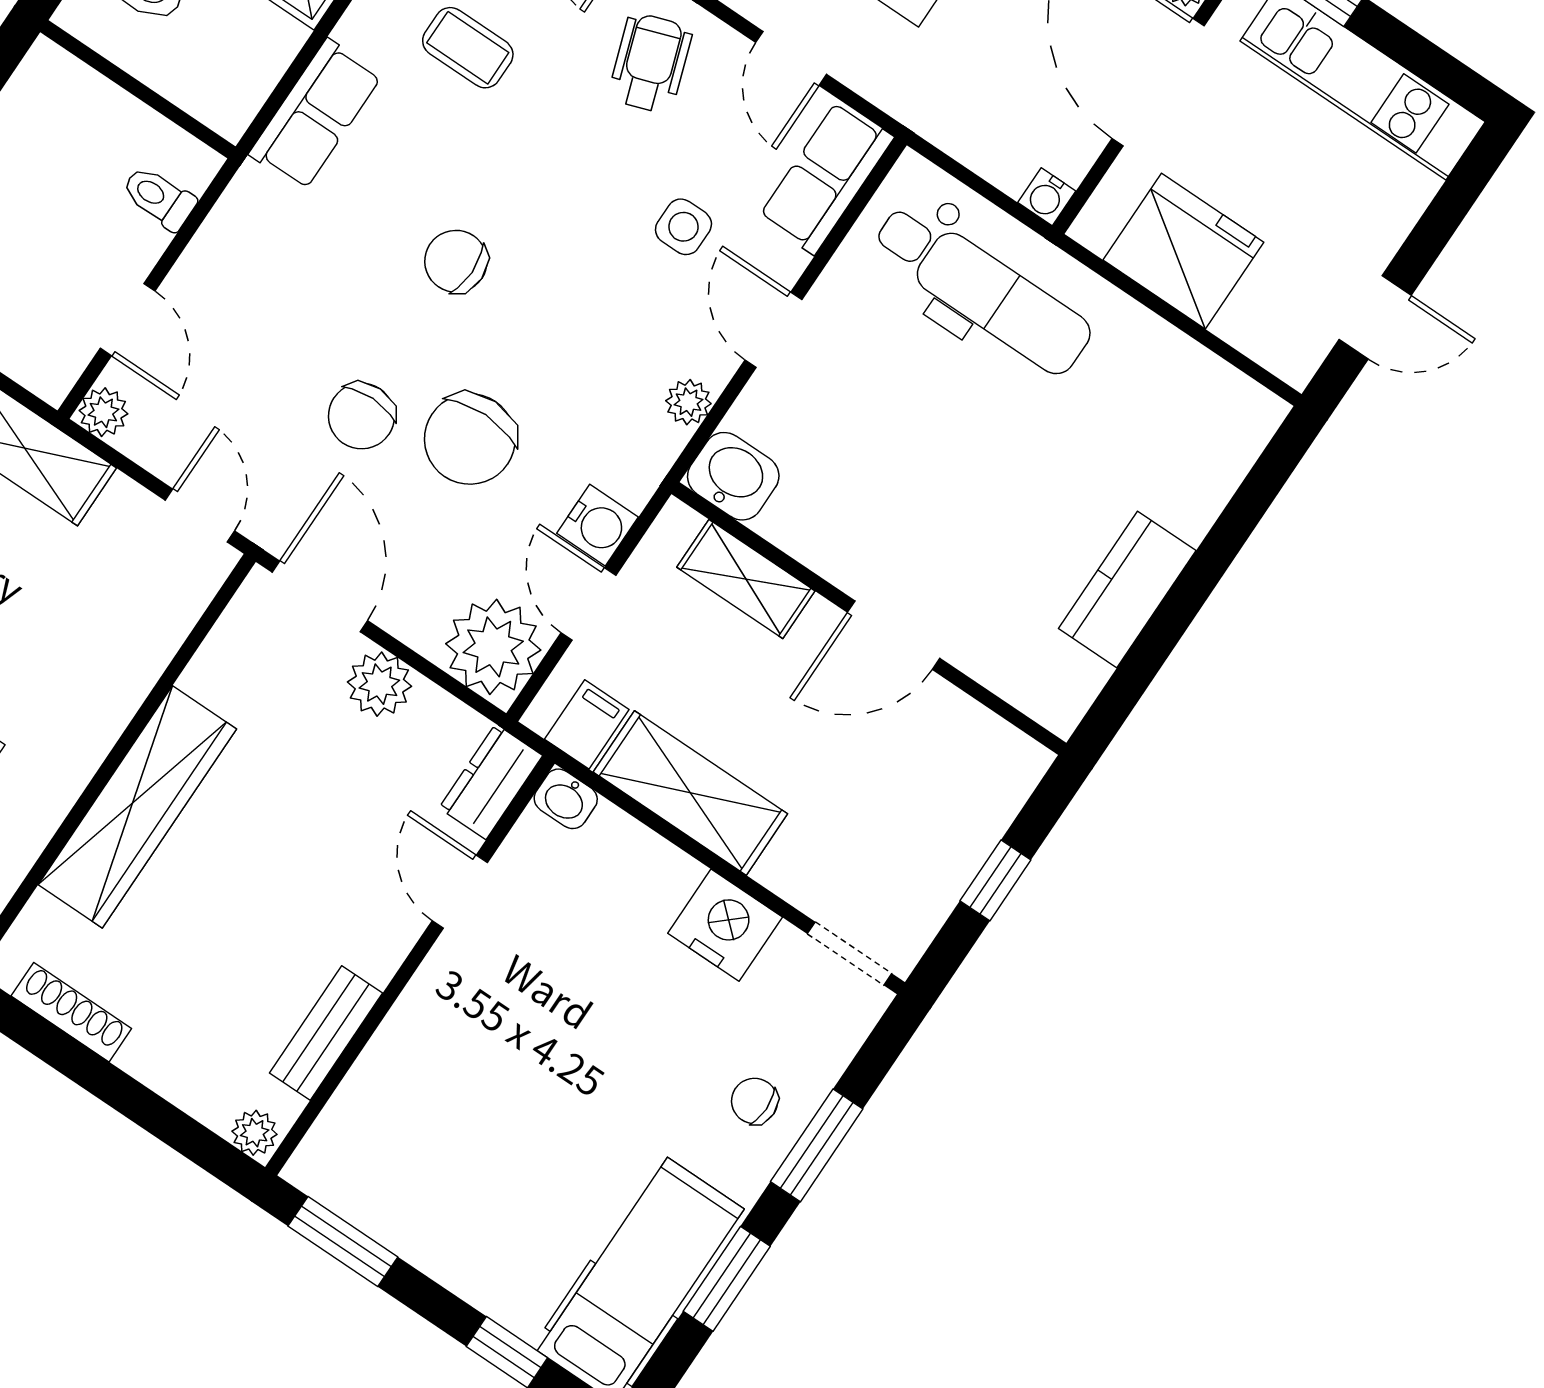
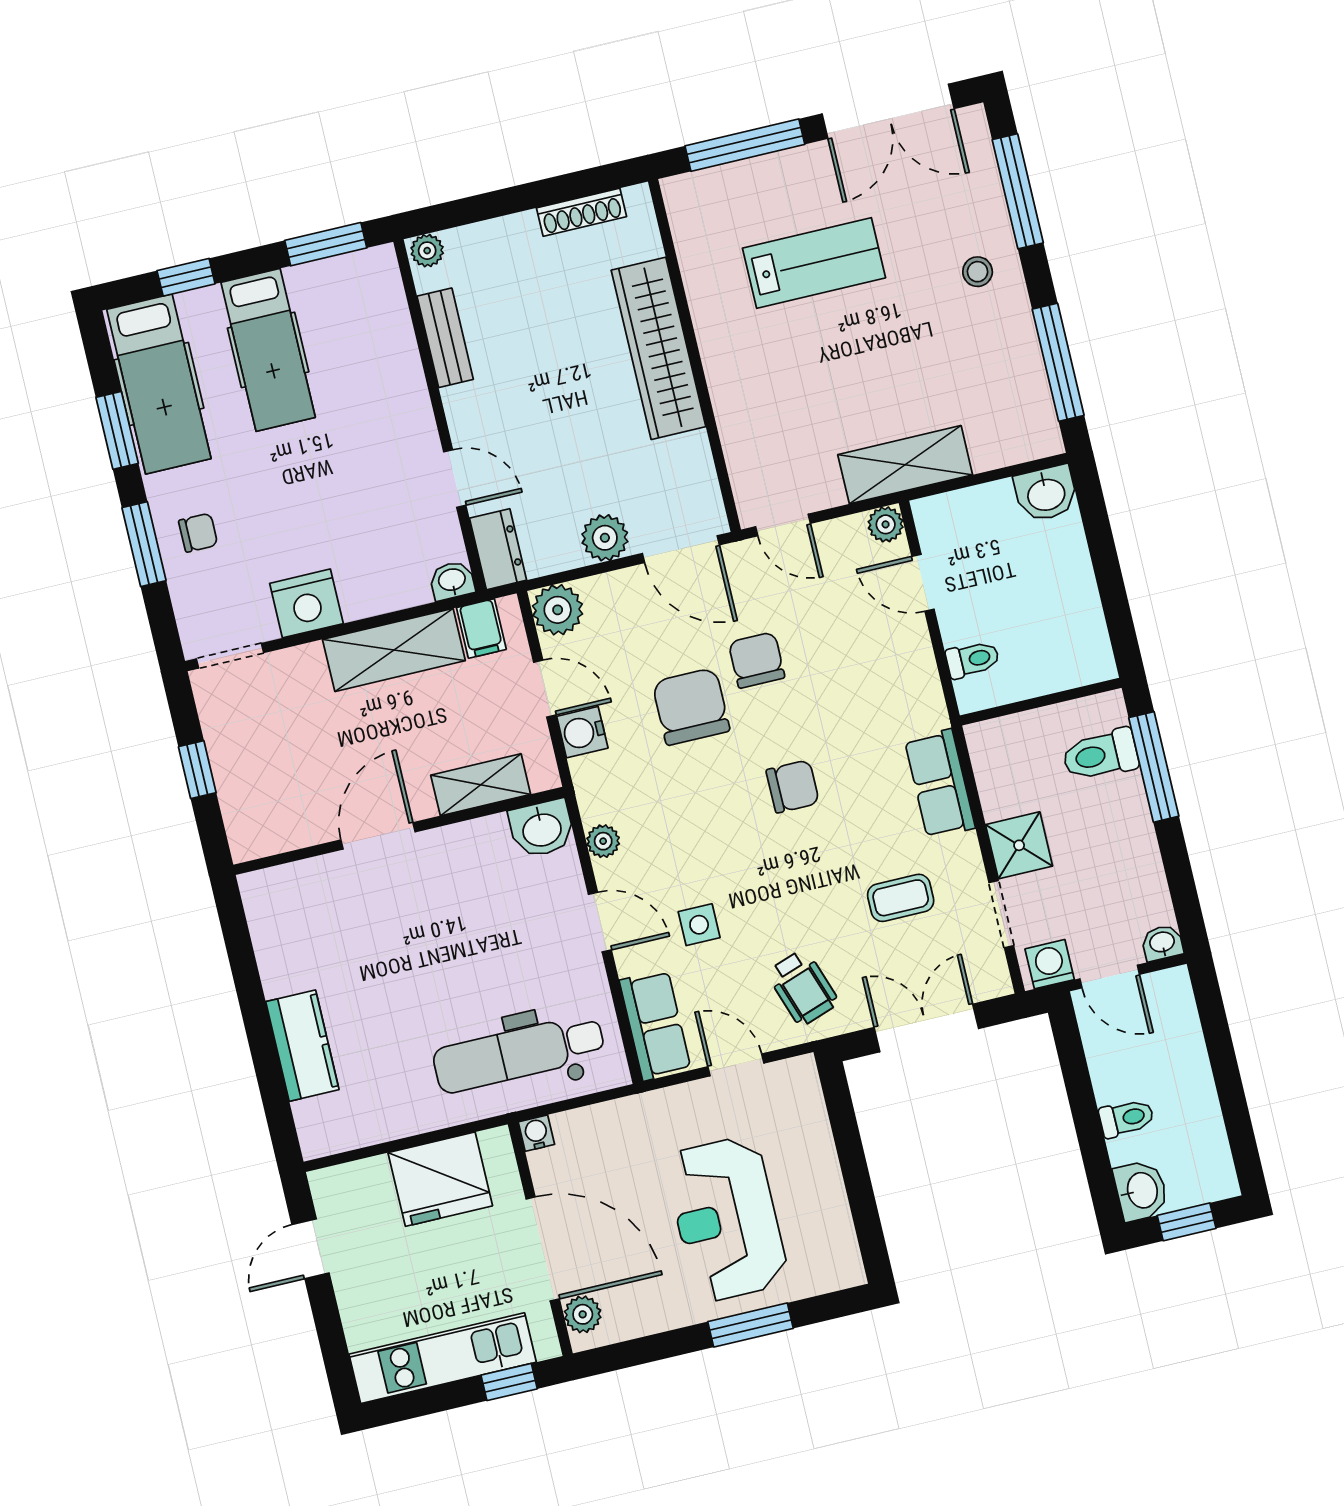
kitchen counter: (1127, 590) -> (302, 1046), moved
plant: (493, 647) -> (558, 610), width x0.73, depth x0.73
hospital bed: (504, 1201) -> (268, 350), added

